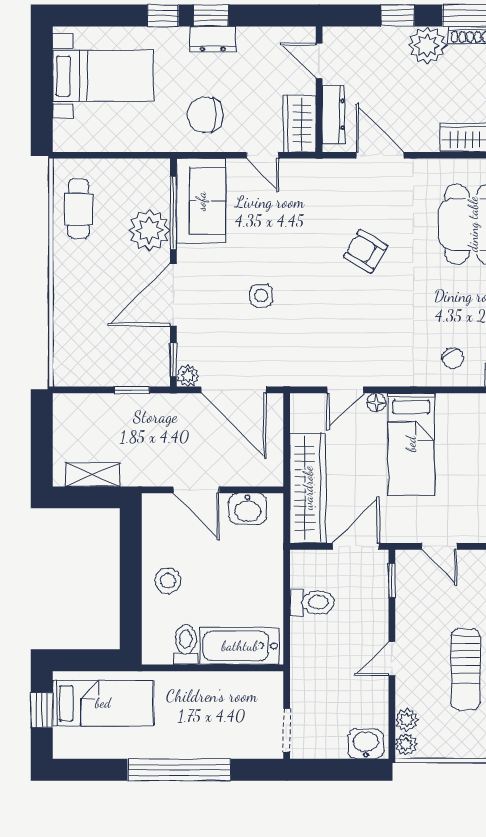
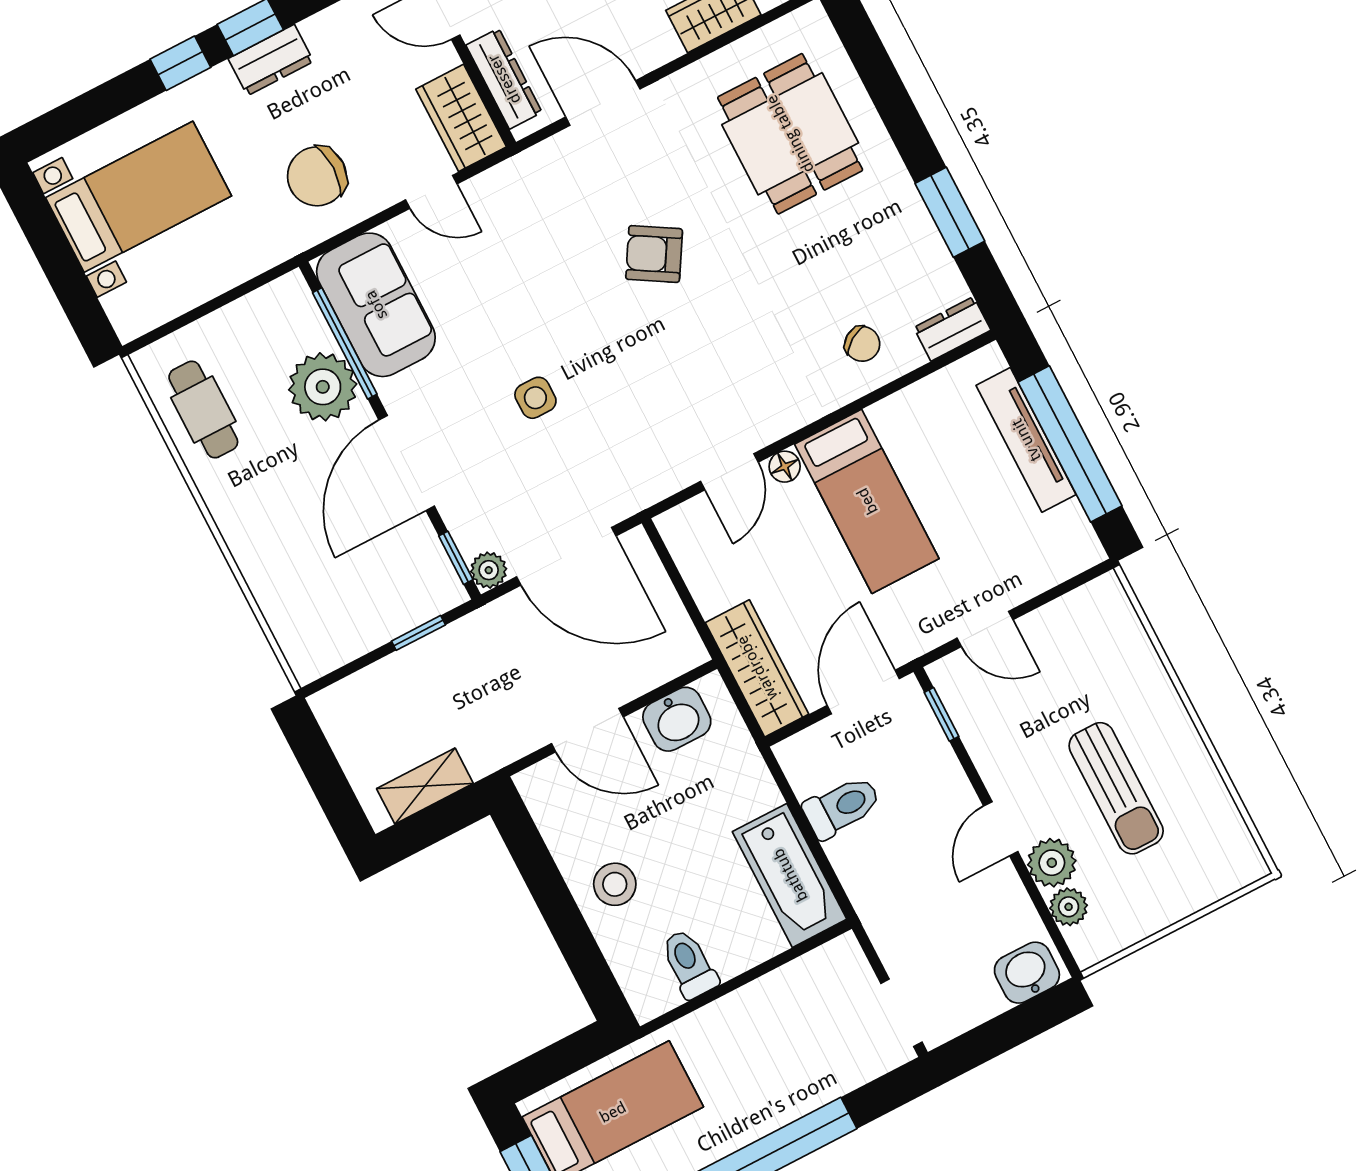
wardrobe: (308, 488) -> (757, 668), width x0.71, depth x0.85
bathtub: (240, 646) -> (790, 875), moved, turned -90
plant: (406, 744) -> (1052, 863), moved, width x1.38, depth x1.38

